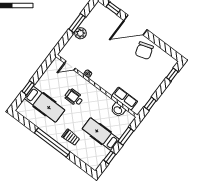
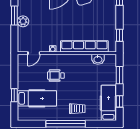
row of seats: (125, 99) -> (84, 46), width x2.02
hospital bed: (101, 134) -> (108, 103), moved, turned 90

